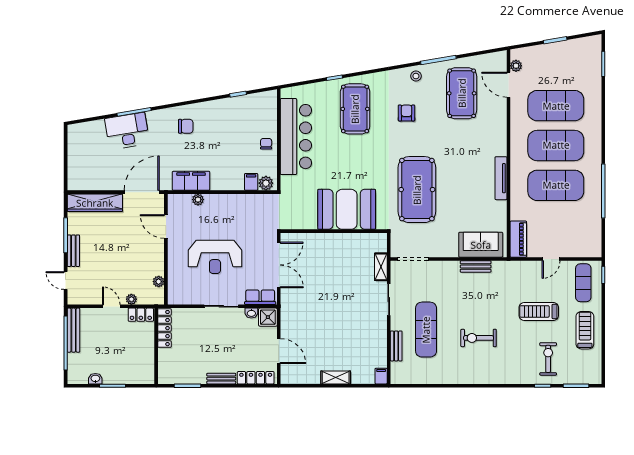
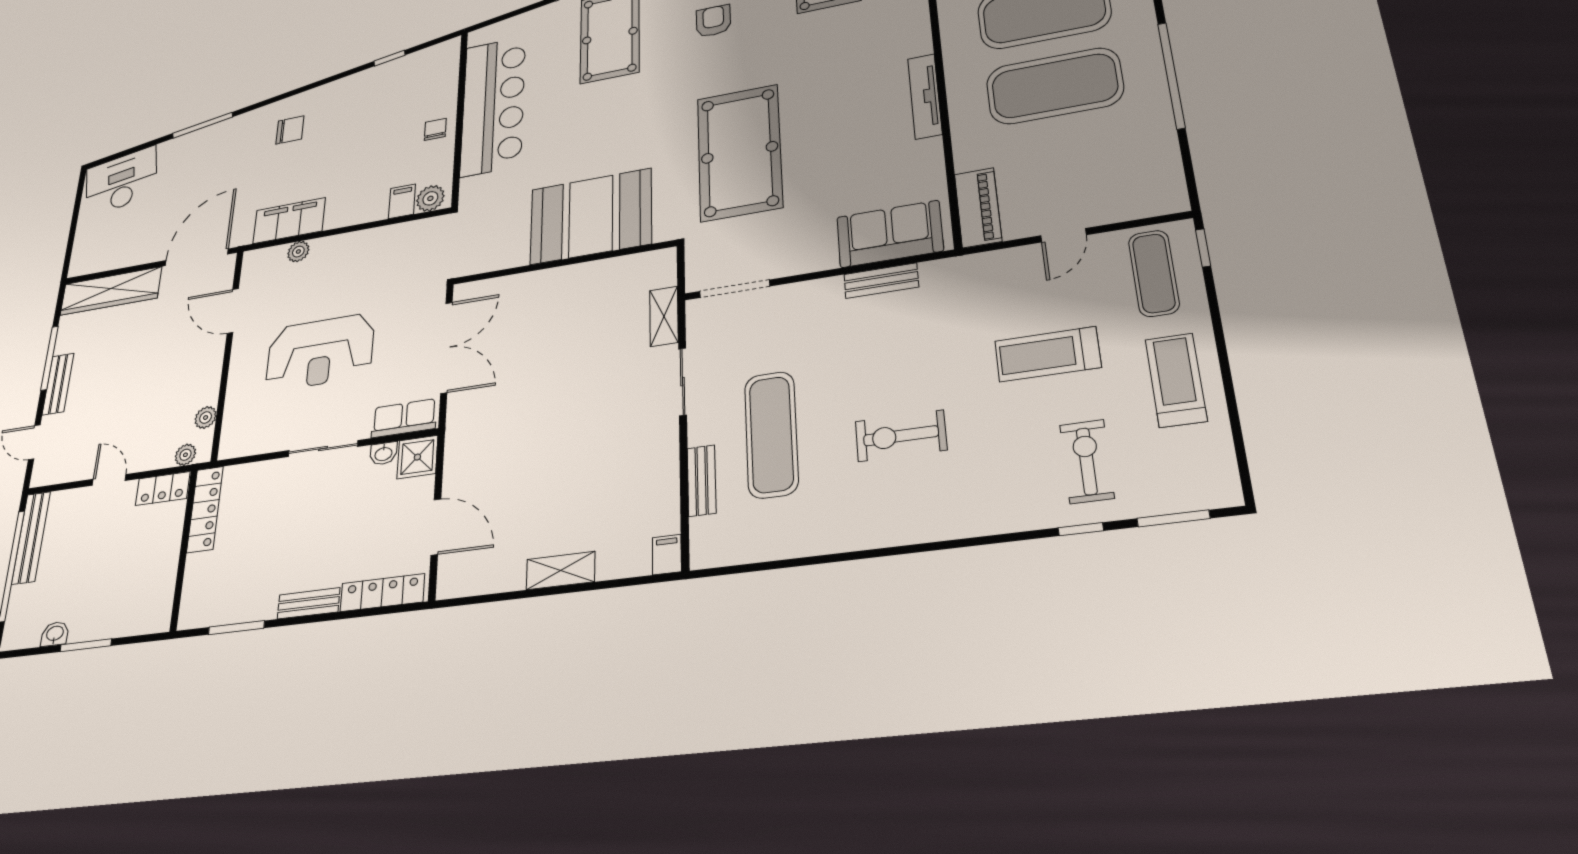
desk: (127, 131) -> (121, 181), moved
plant: (131, 299) -> (185, 455), moved

